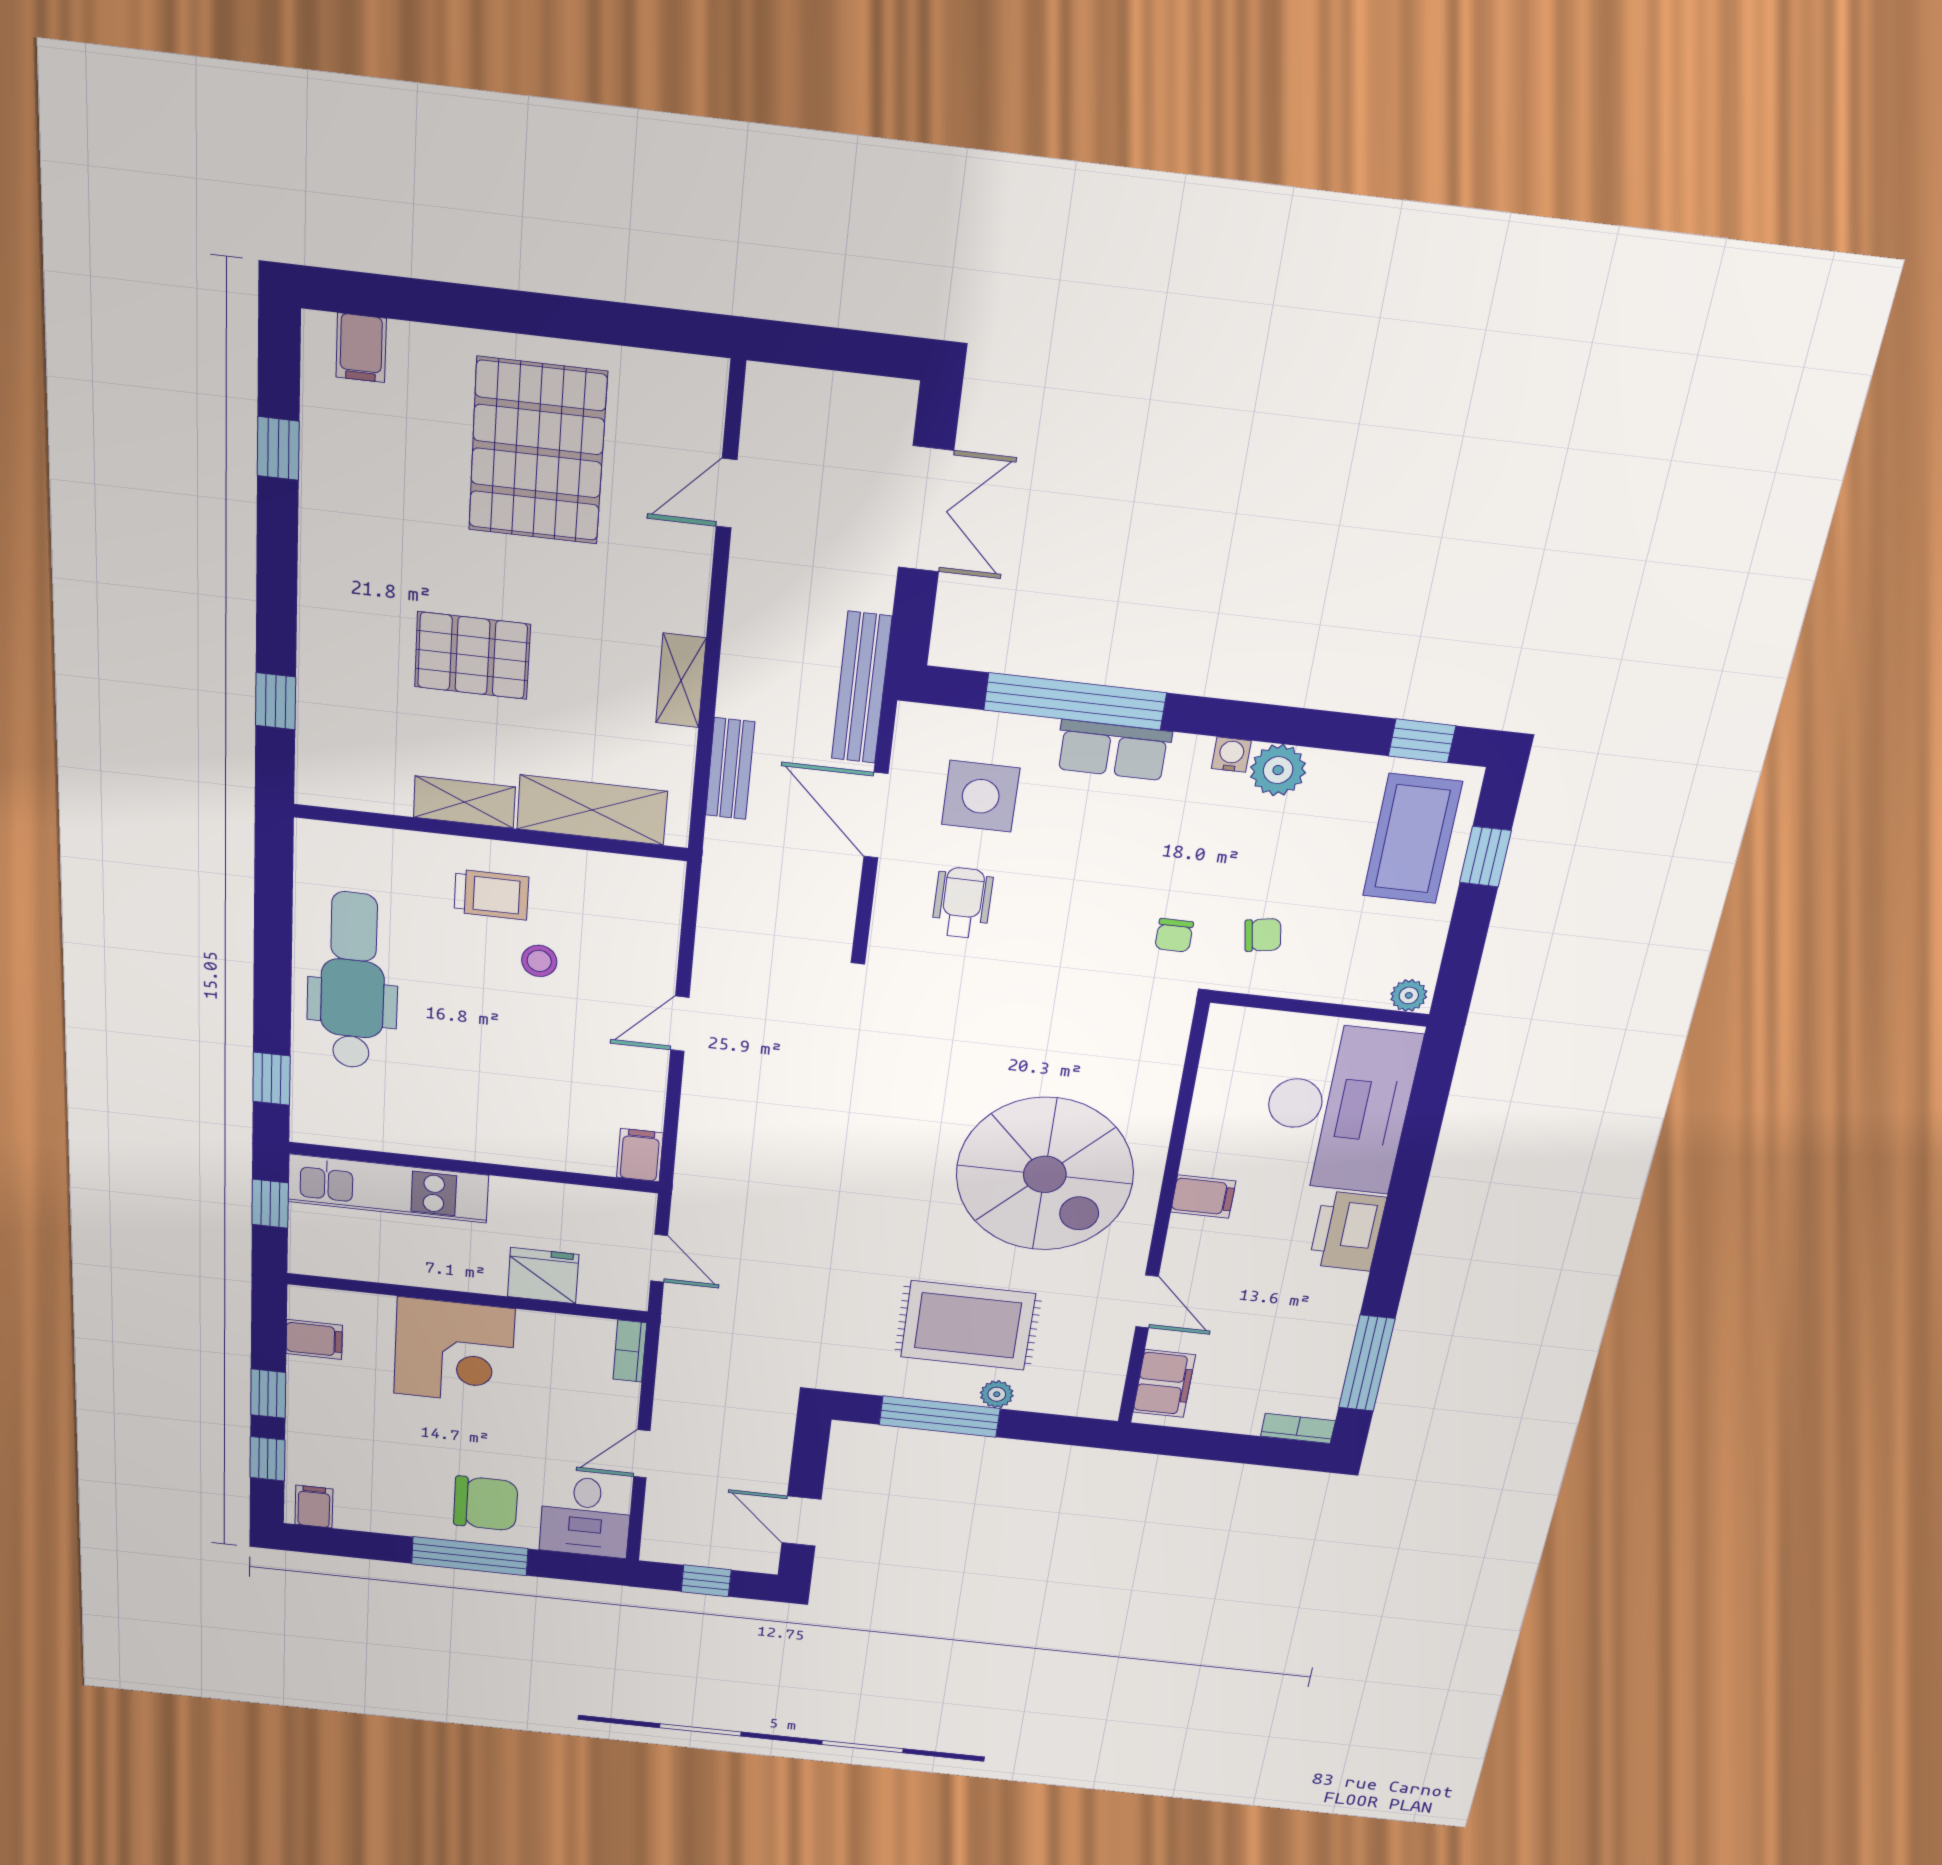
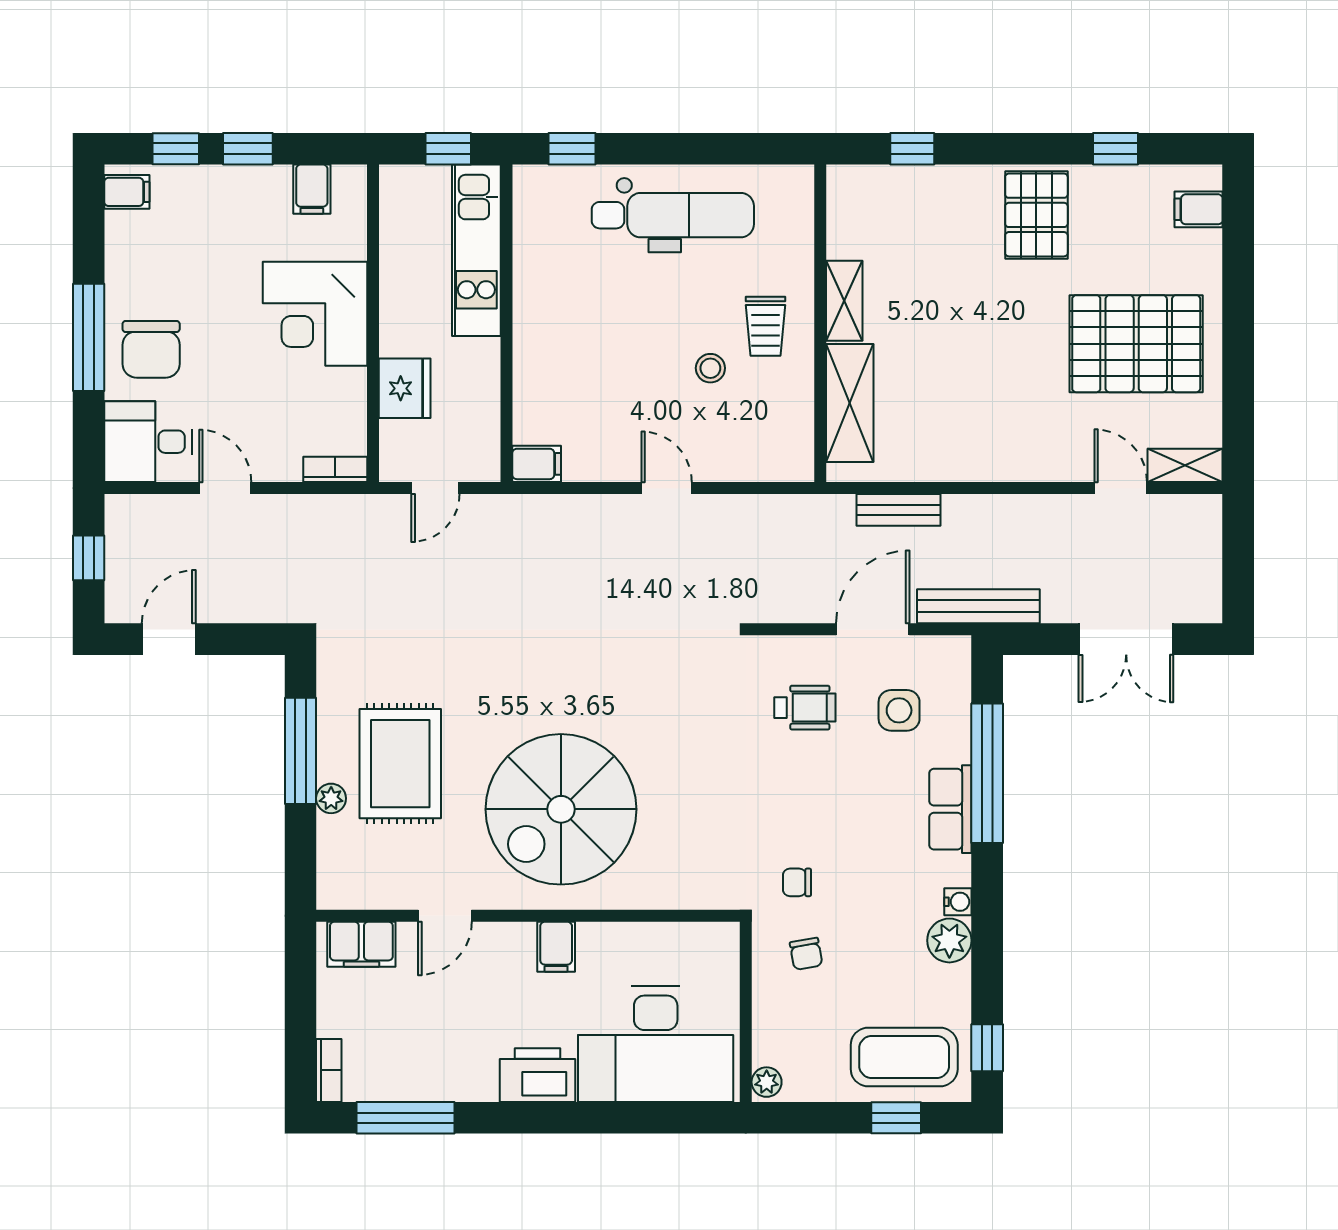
pallet: (472, 656) -> (1036, 215), moved
shelving: (681, 680) -> (1185, 465), moved
side table: (981, 796) -> (899, 710), width x0.73, depth x0.73

